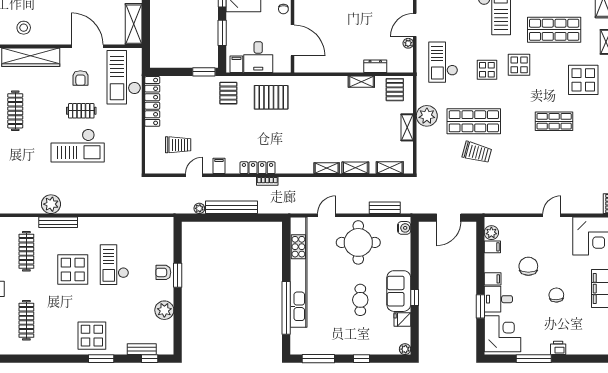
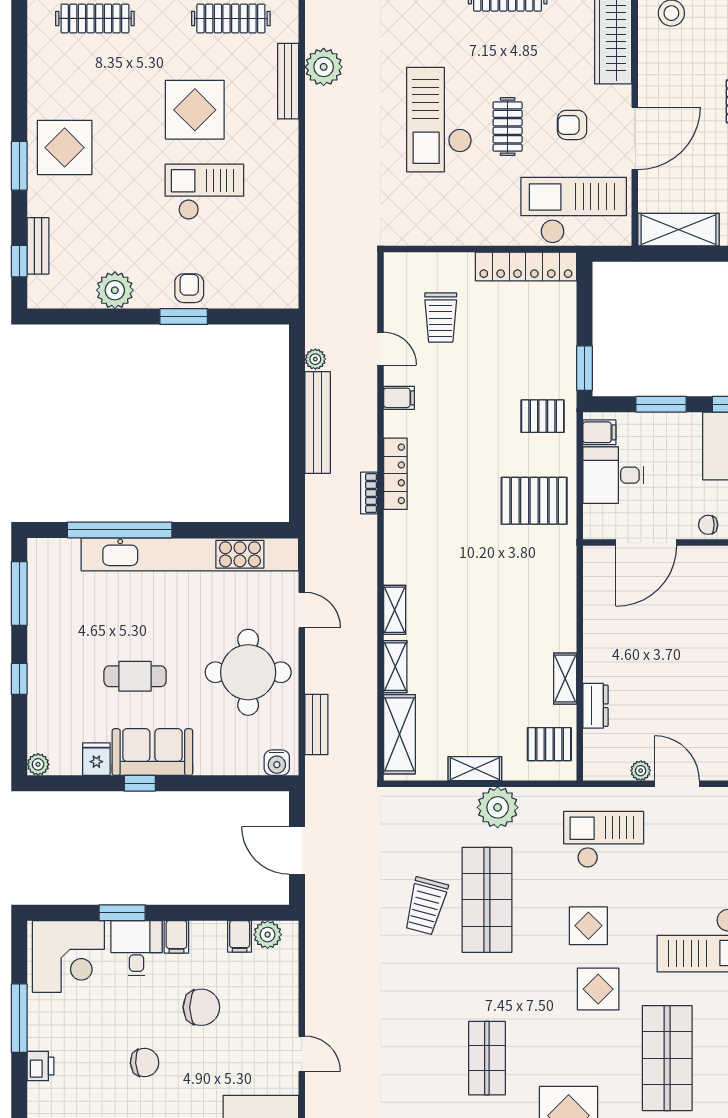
pallet: (271, 97) -> (534, 501), turned 90
shelving: (390, 168) -> (399, 734), width x1.50, depth x1.33

